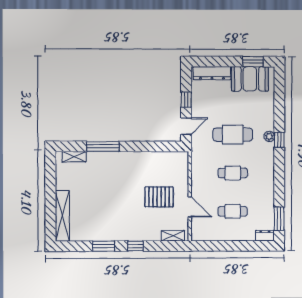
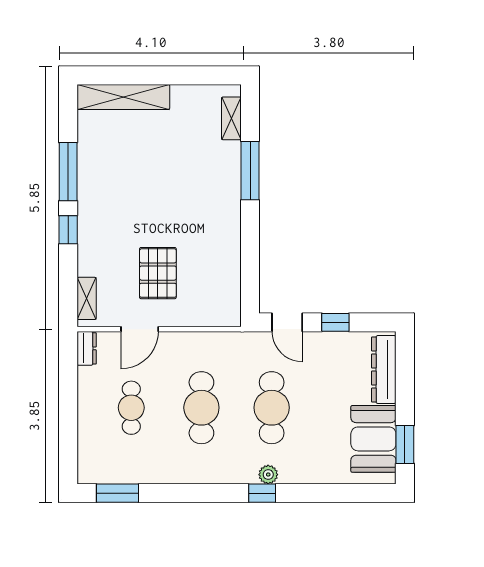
cafe table: (233, 173) -> (201, 408), width x1.37, depth x1.35
dresser: (265, 236) -> (87, 348), moved
window: (104, 246) -> (68, 172), width x1.44

